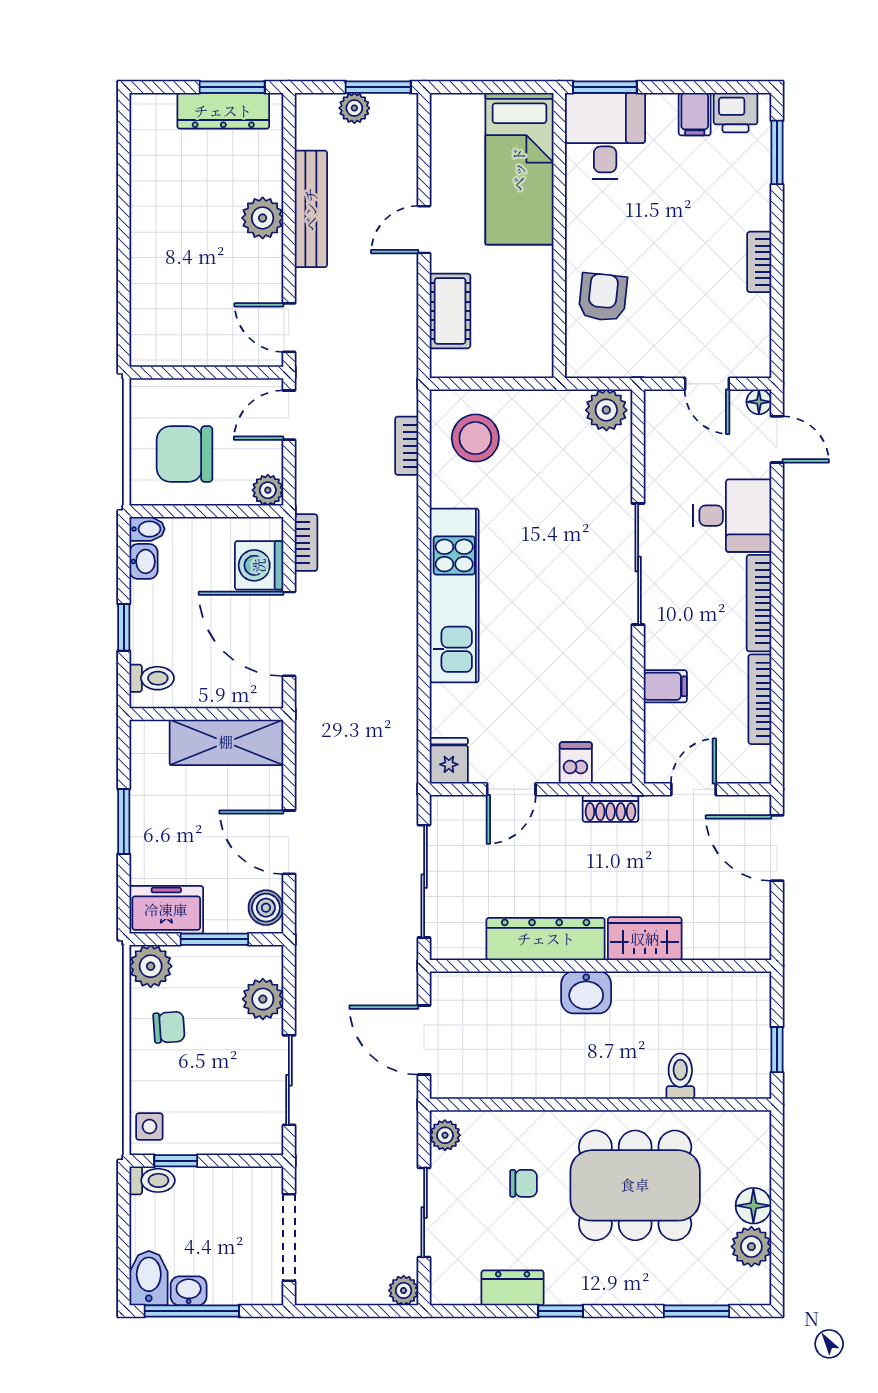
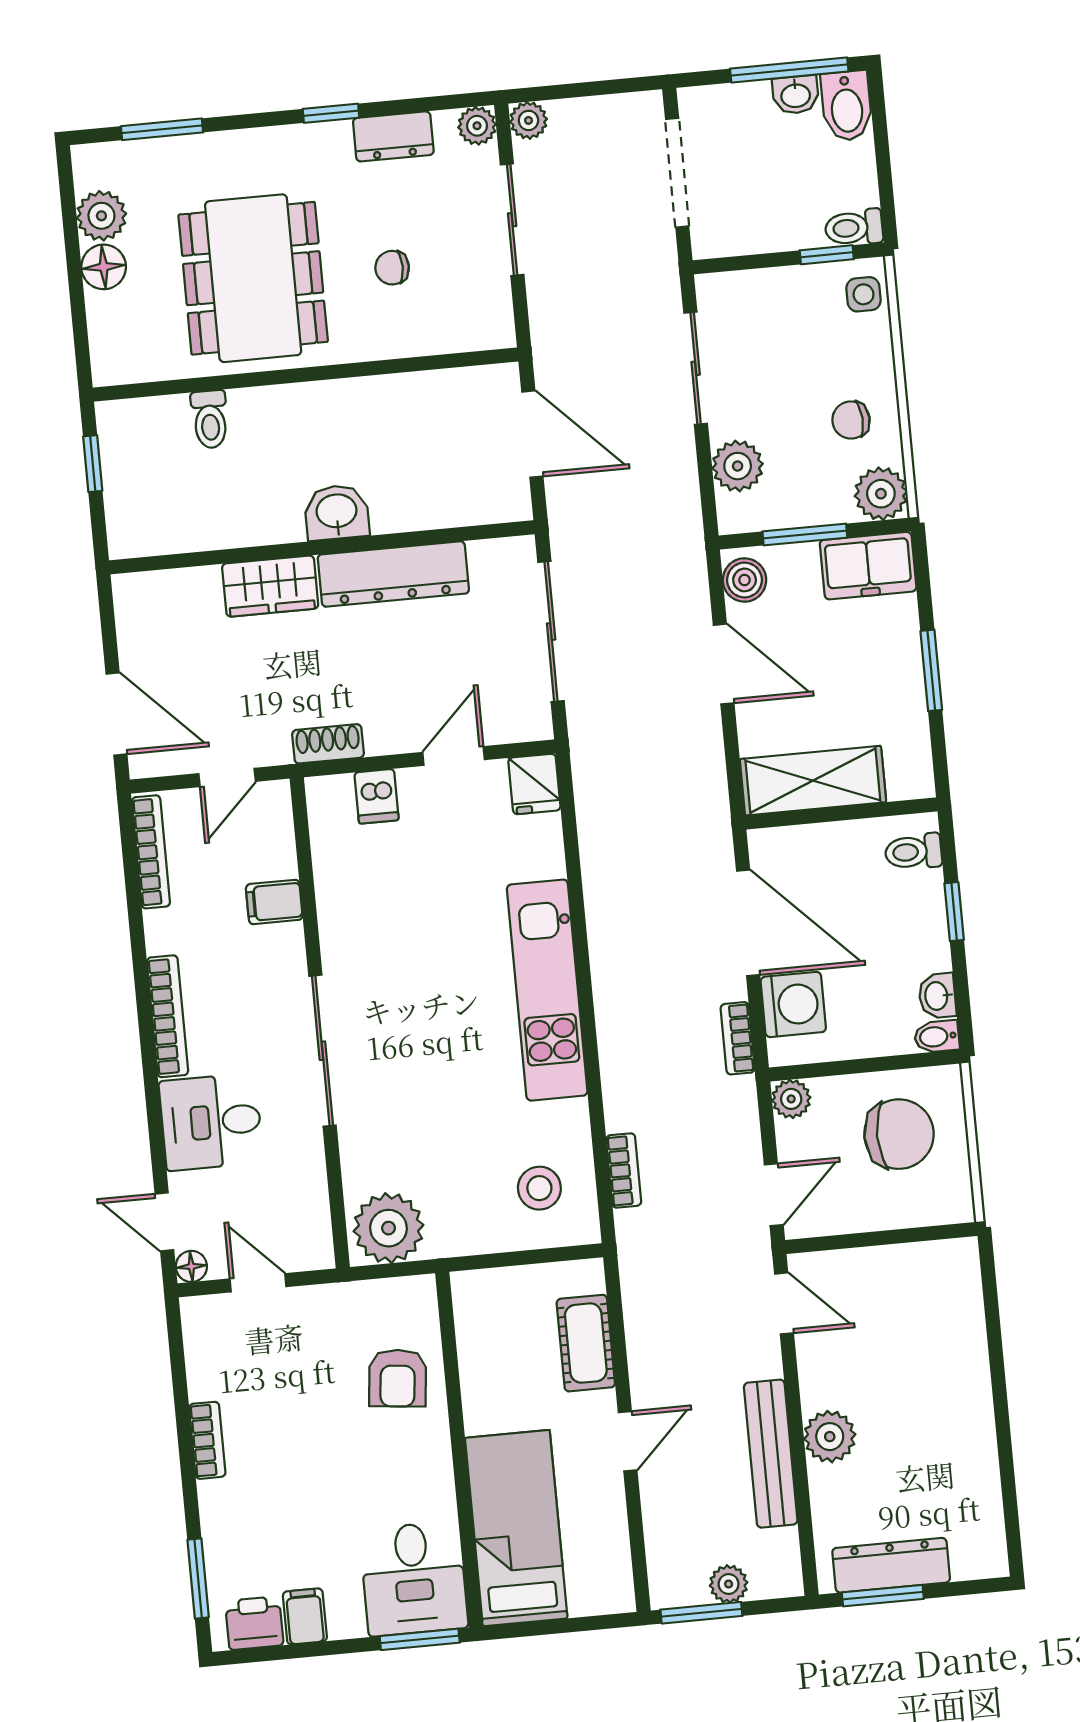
plant: (606, 410) -> (389, 1228), width x1.36, depth x1.36
stool: (475, 438) -> (539, 1188), width x0.73, depth x0.73
bookcase: (760, 699) -> (151, 852), moved
plant: (445, 1135) -> (477, 126), moved
dining table: (635, 1185) -> (253, 278), turned 90

